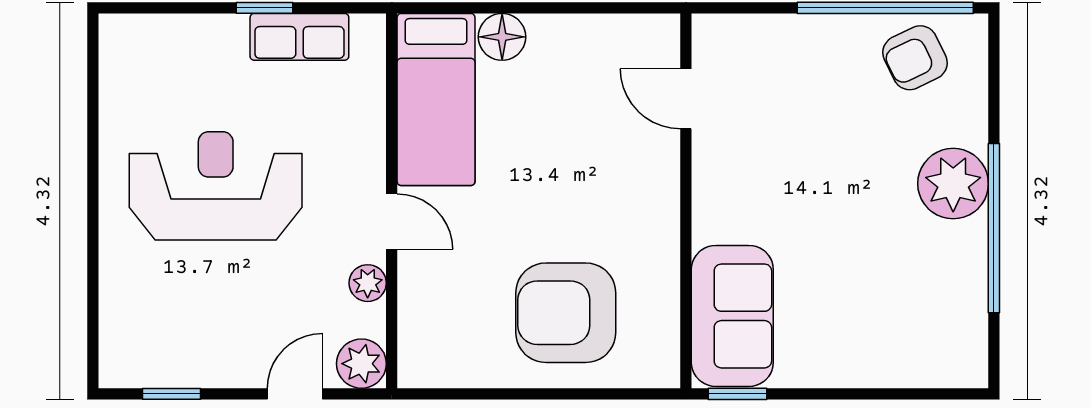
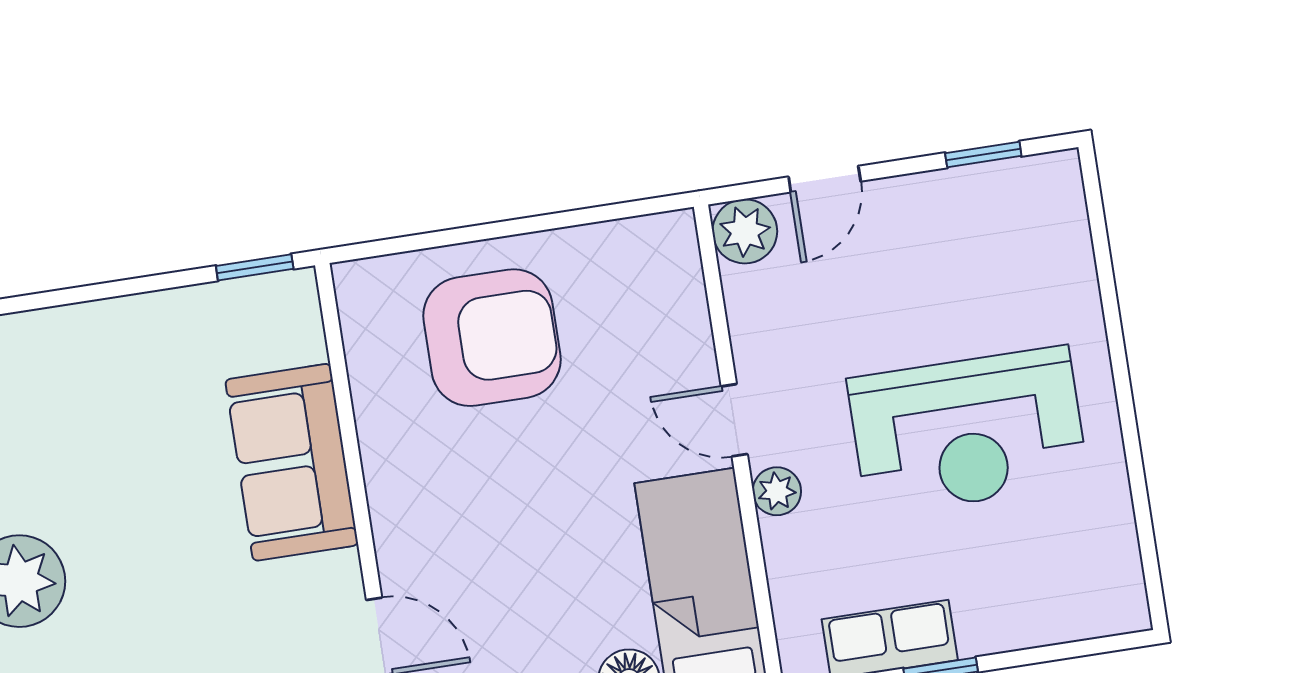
plant: (368, 283) -> (777, 491), moved
sofa: (732, 316) -> (292, 462), moved

